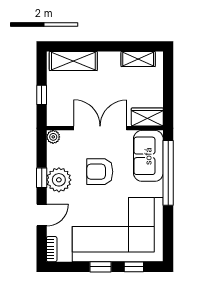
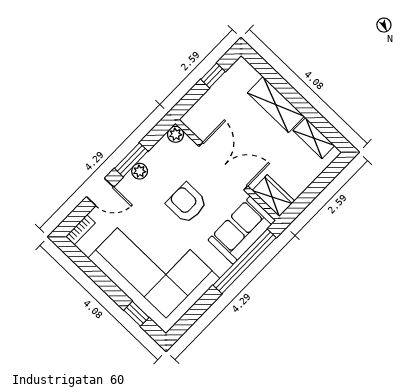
shelving: (73, 61) -> (276, 105), moved
window: (42, 95) -> (213, 75), moved
window: (42, 178) -> (131, 160), width x1.50
plant: (59, 180) -> (140, 171), width x0.53, depth x0.53
window: (101, 267) -> (108, 286), removed

